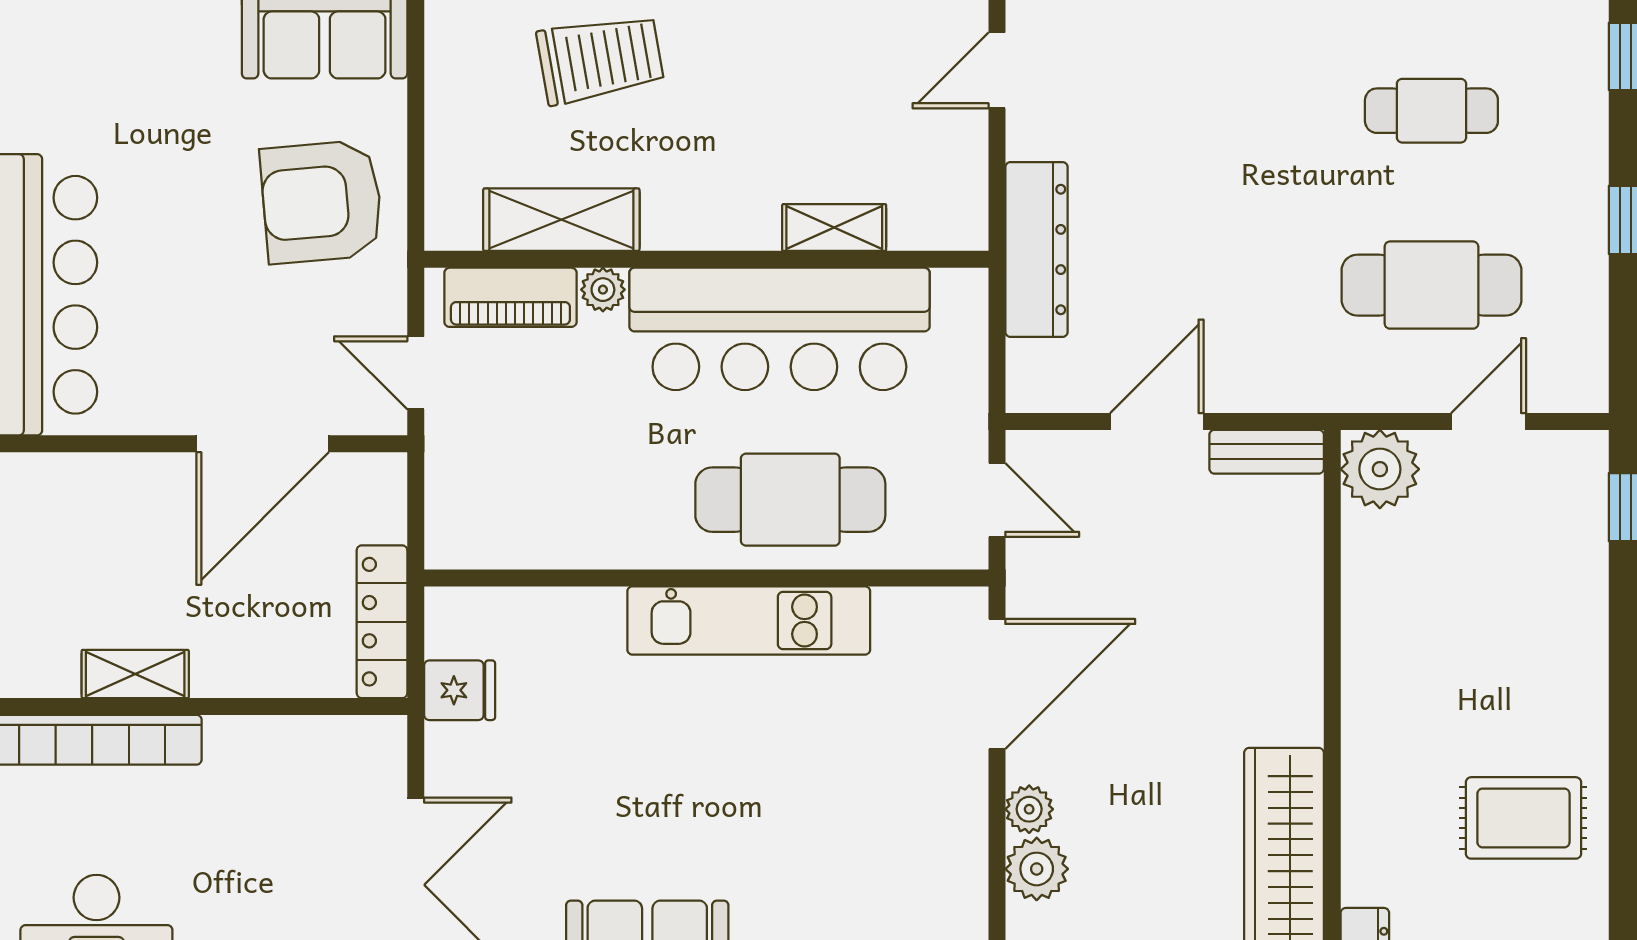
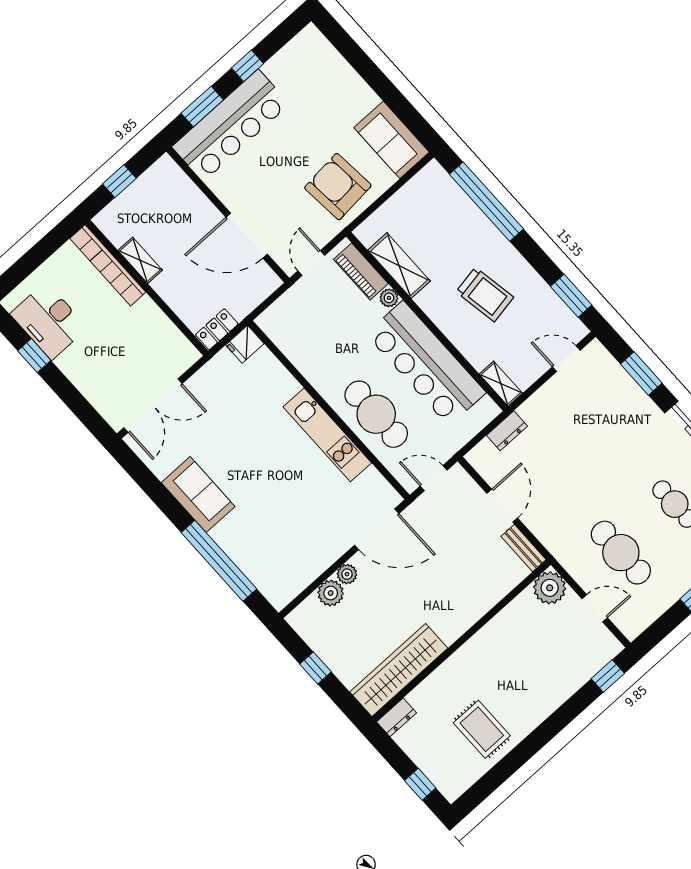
trolley: (600, 59) -> (485, 294), moved
shelving: (834, 228) -> (501, 384), moved
dresser: (1036, 249) -> (507, 431), width x0.51, depth x0.80
door: (1157, 421) -> (502, 506), hinge flipped
door: (997, 500) -> (434, 478), swing flipped
locker: (382, 622) -> (217, 329), width x0.66
fridge: (460, 690) -> (245, 344), moved, turned 90

